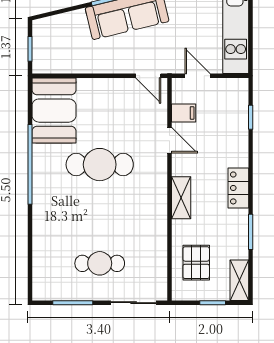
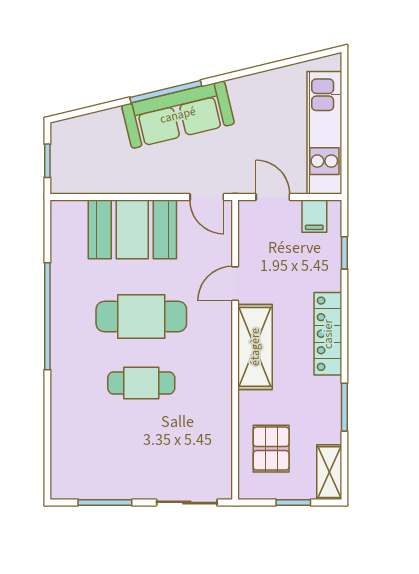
booth: (54, 111) -> (132, 229), moved, turned 90
filing cabinet: (184, 113) -> (314, 216), moved, turned 90
door: (169, 140) -> (235, 284), swing flipped
locker: (238, 188) -> (328, 334), width x1.53
shelving: (181, 198) -> (255, 347), width x1.50, depth x1.33
cafe table: (100, 263) -> (141, 383), moved

